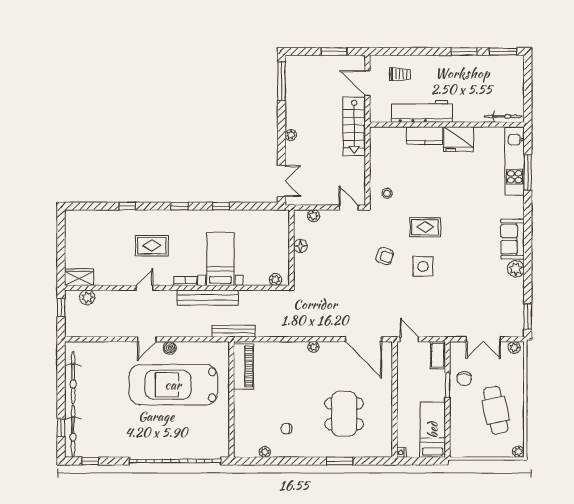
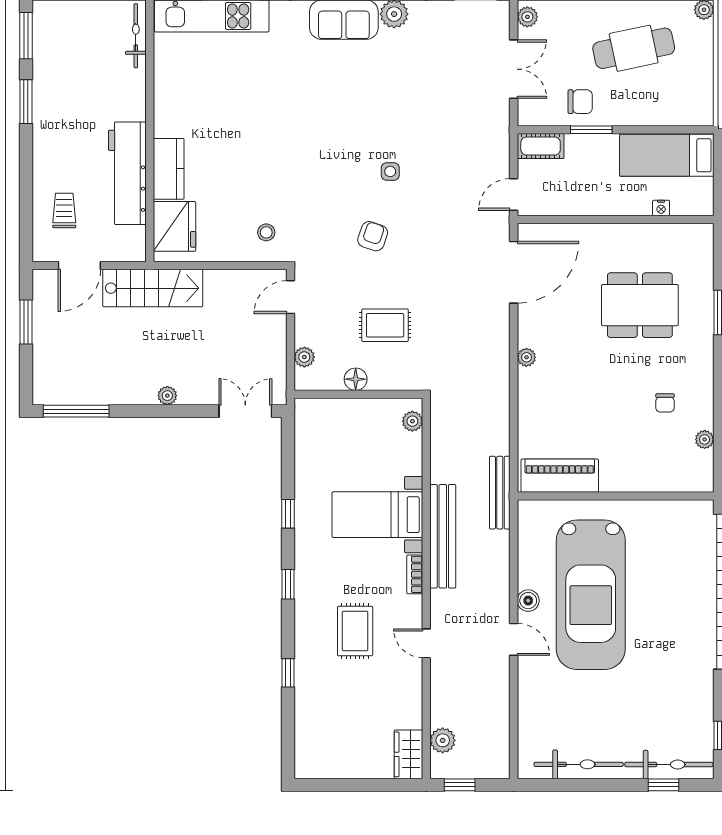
fridge: (458, 139) -> (174, 226), moved
rug: (425, 227) -> (385, 325), moved, turned 90
side table: (423, 266) -> (390, 171), width x0.54, depth x0.54
nightstand: (401, 452) -> (661, 208), moved

